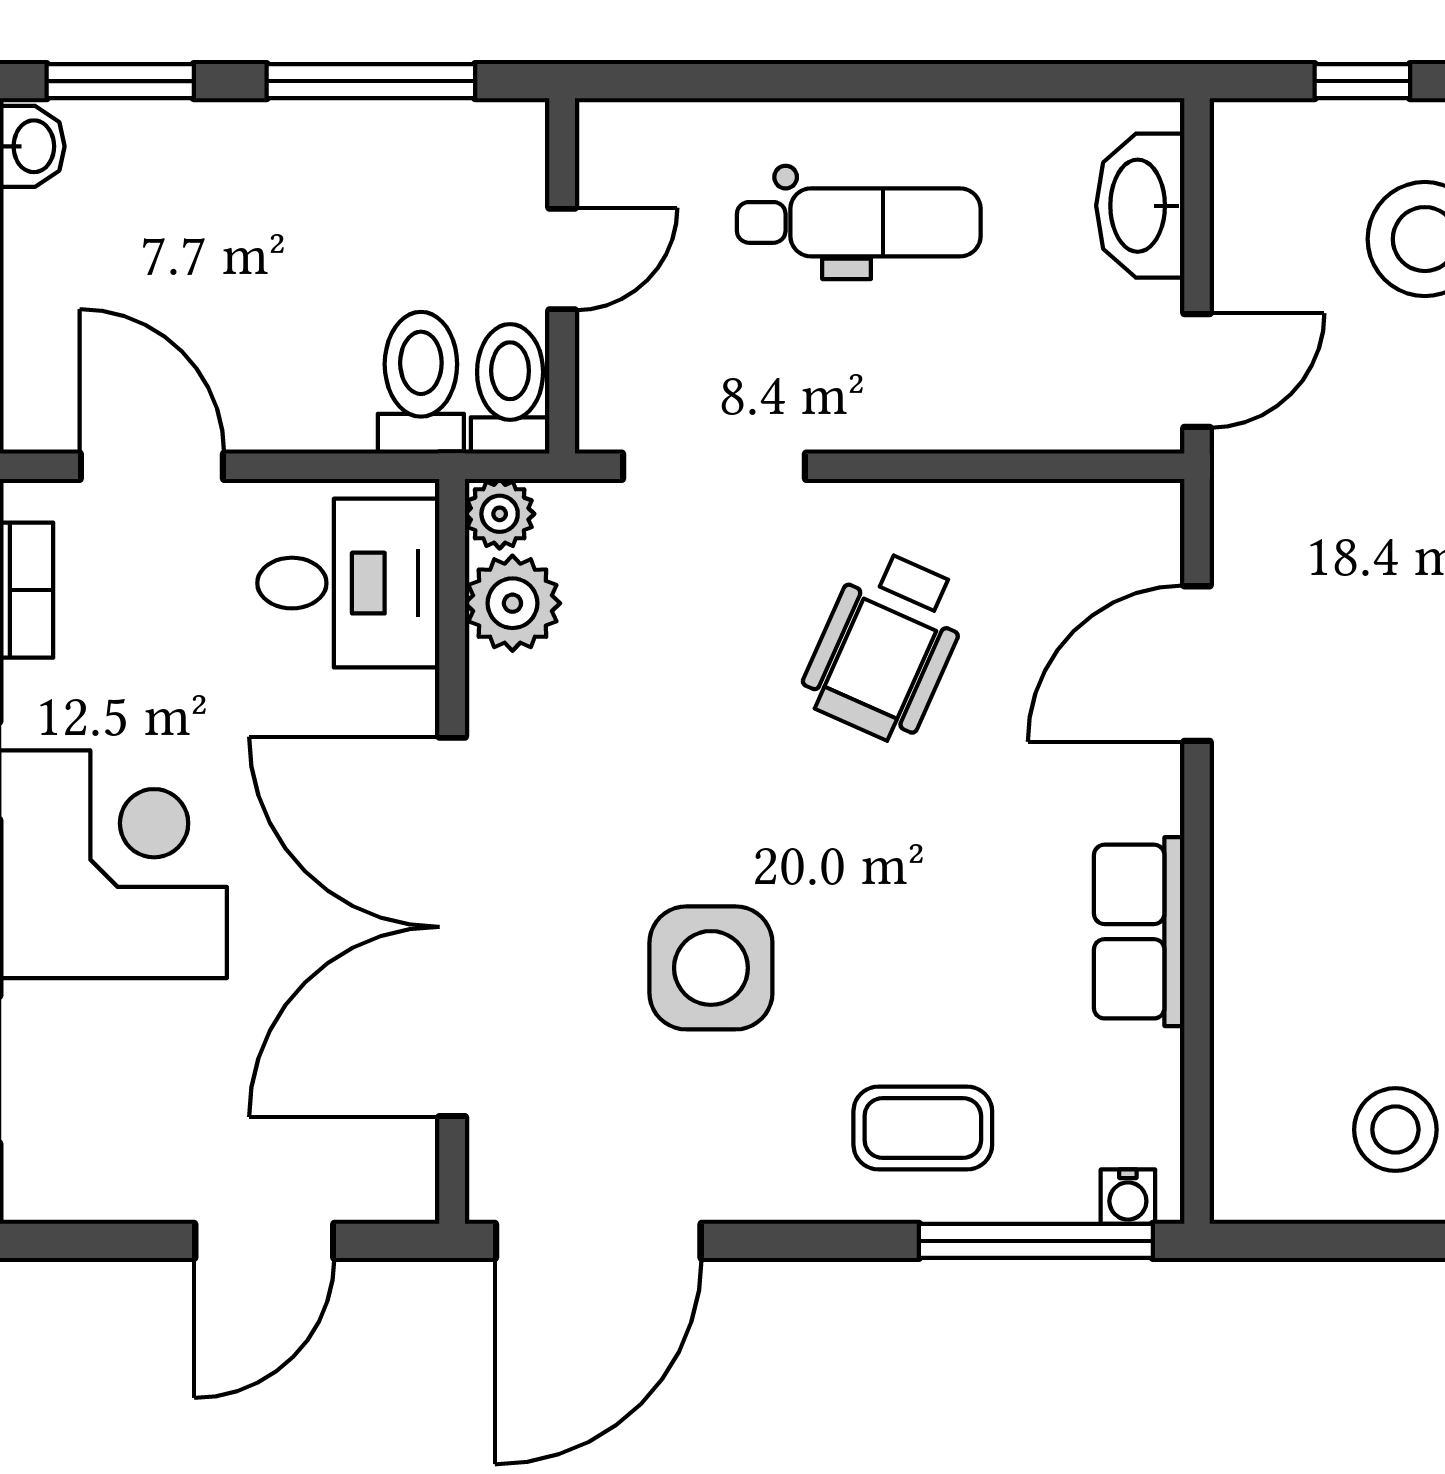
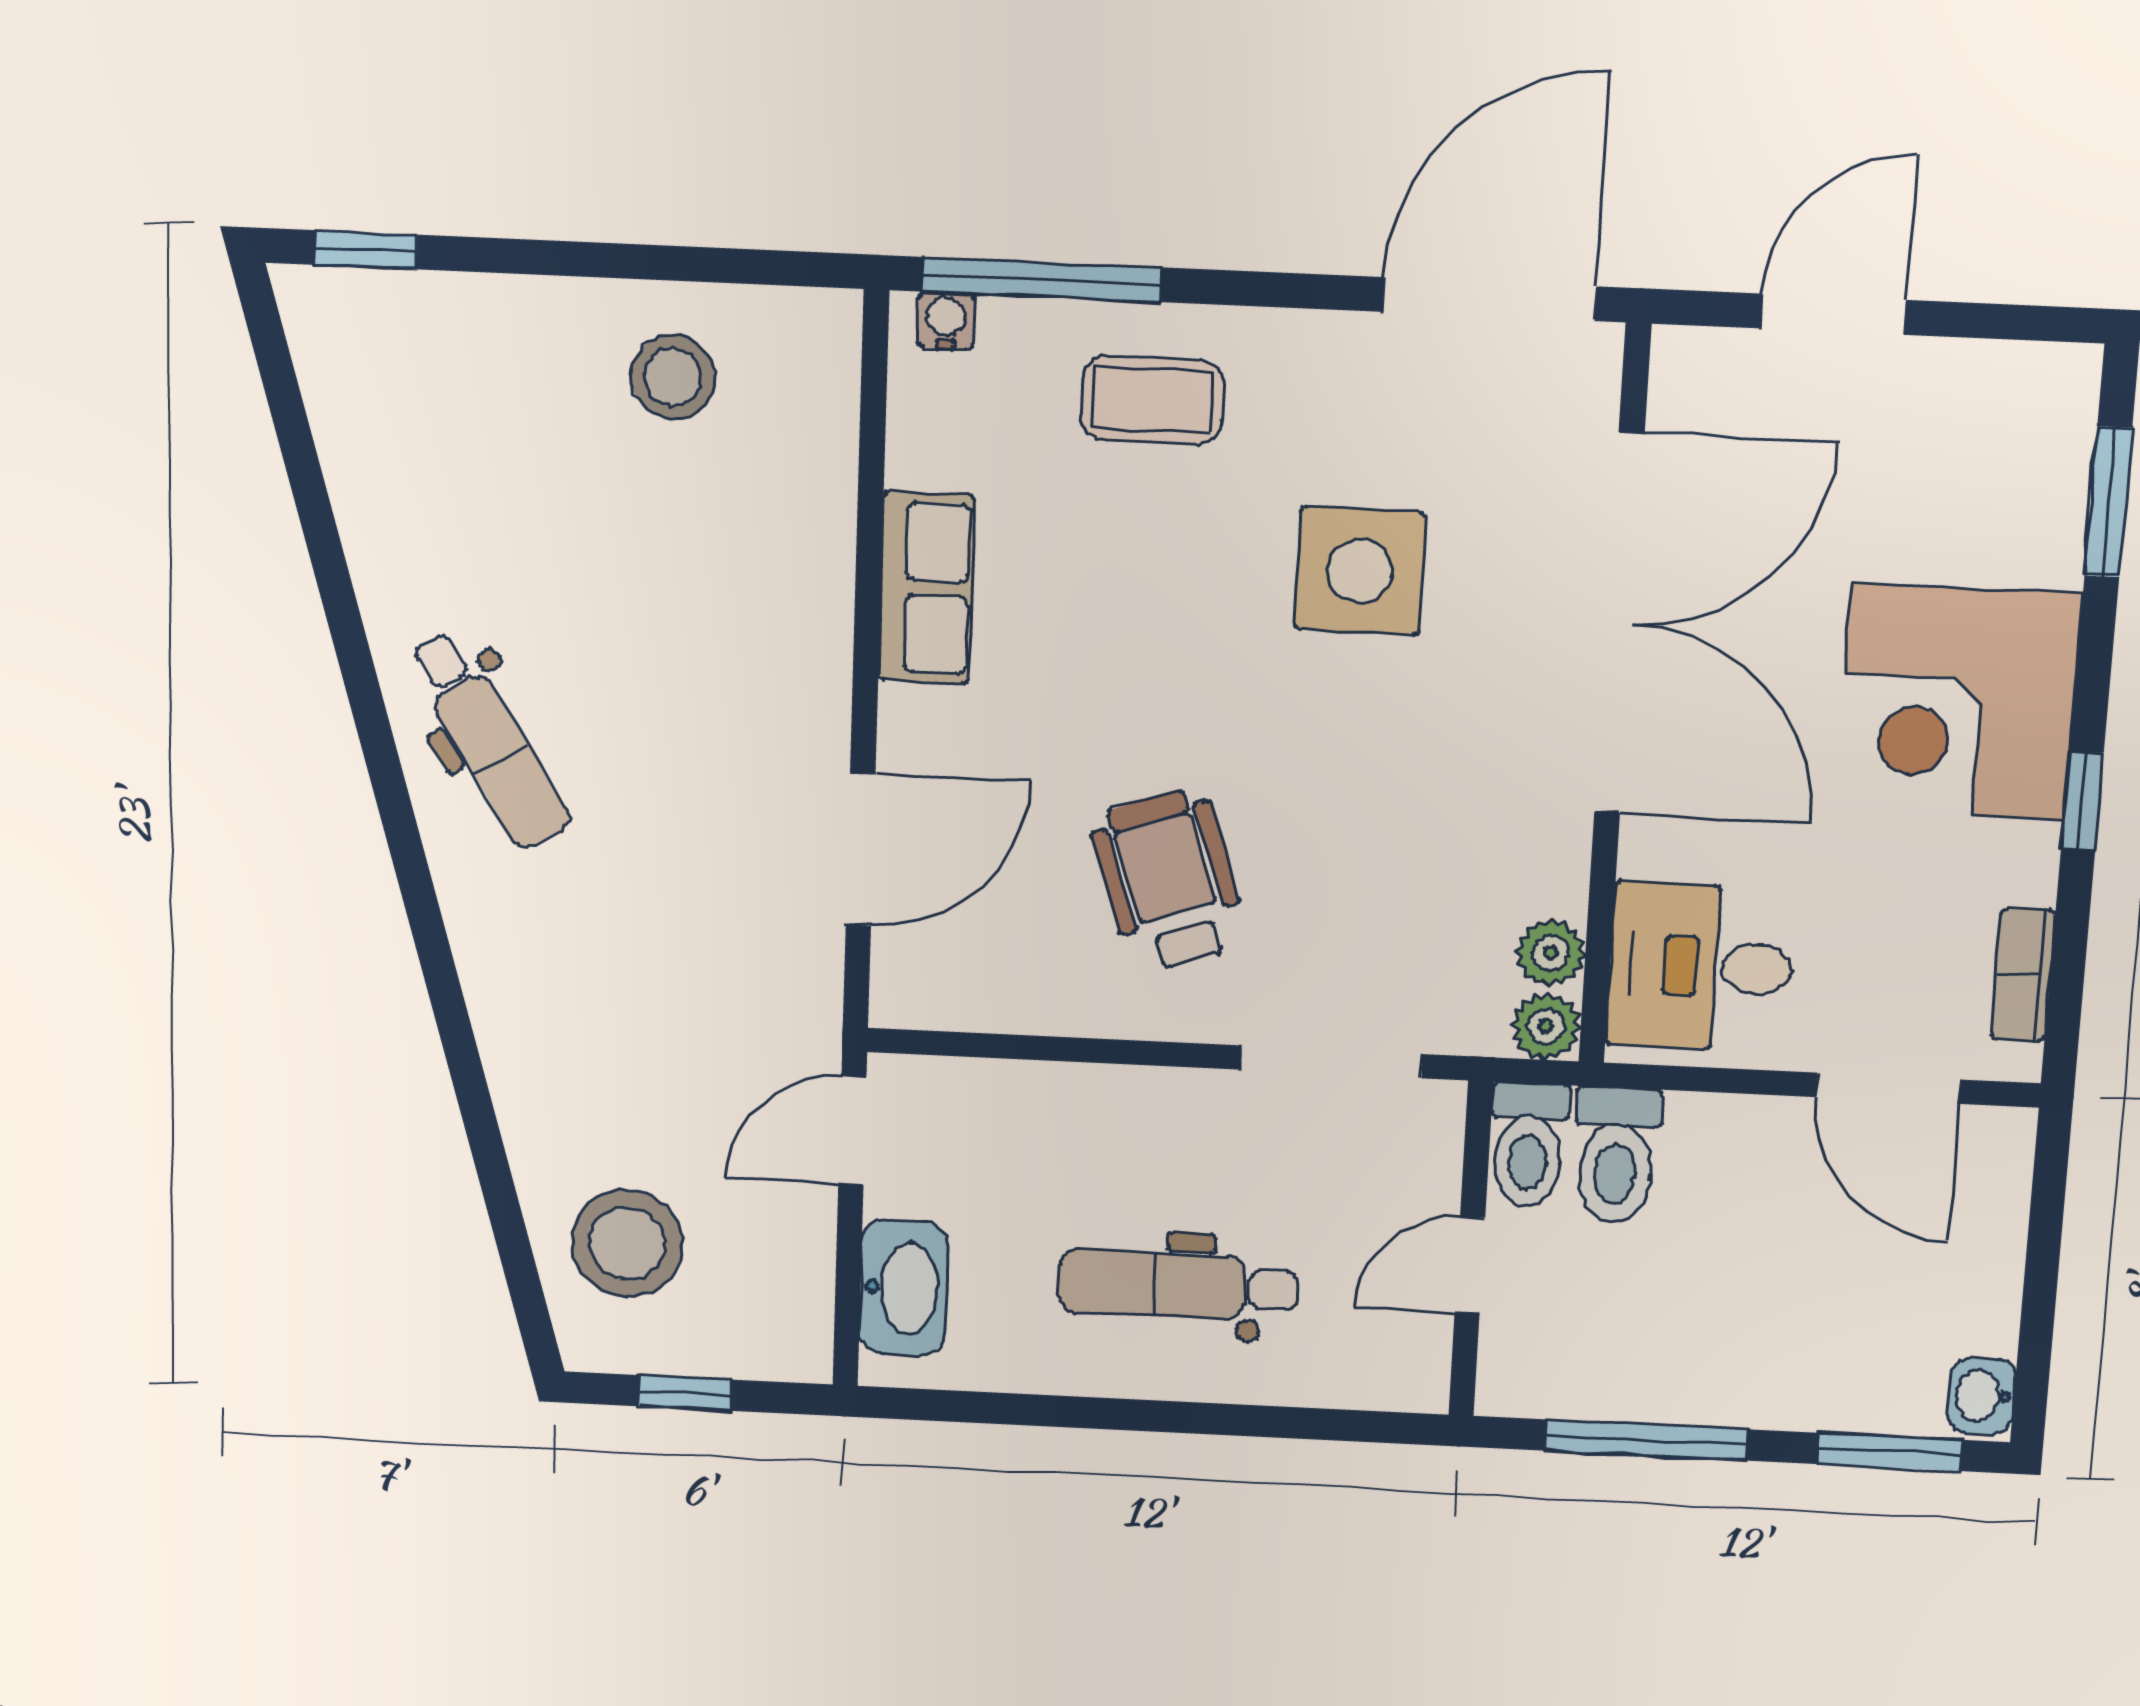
plant: (512, 603) -> (1551, 953), width x0.73, depth x0.73
wheelchair: (886, 646) -> (1169, 881), turned -43

